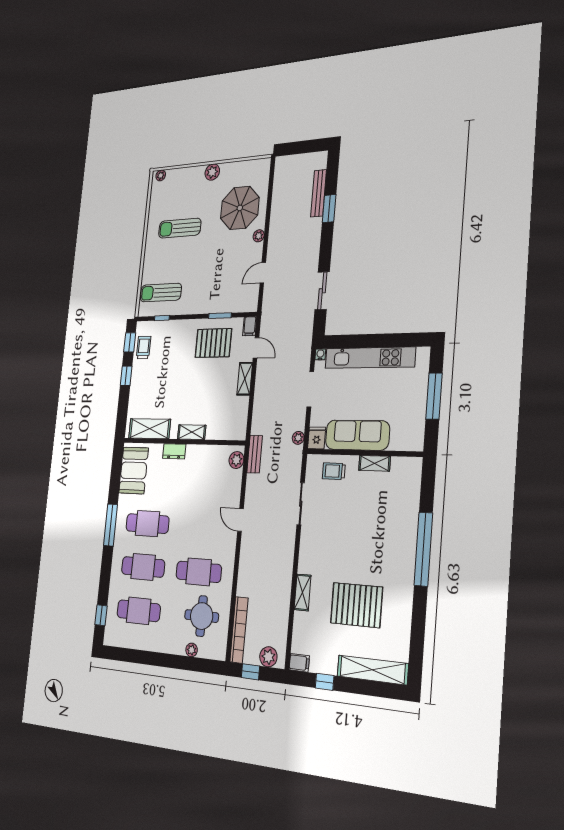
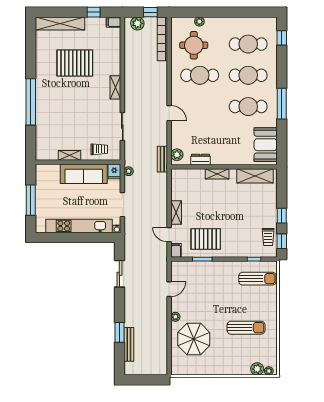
plant: (212, 172) -> (257, 369), moved
dresser: (174, 451) -> (200, 160), moved
shelving: (303, 592) -> (115, 87), moved

